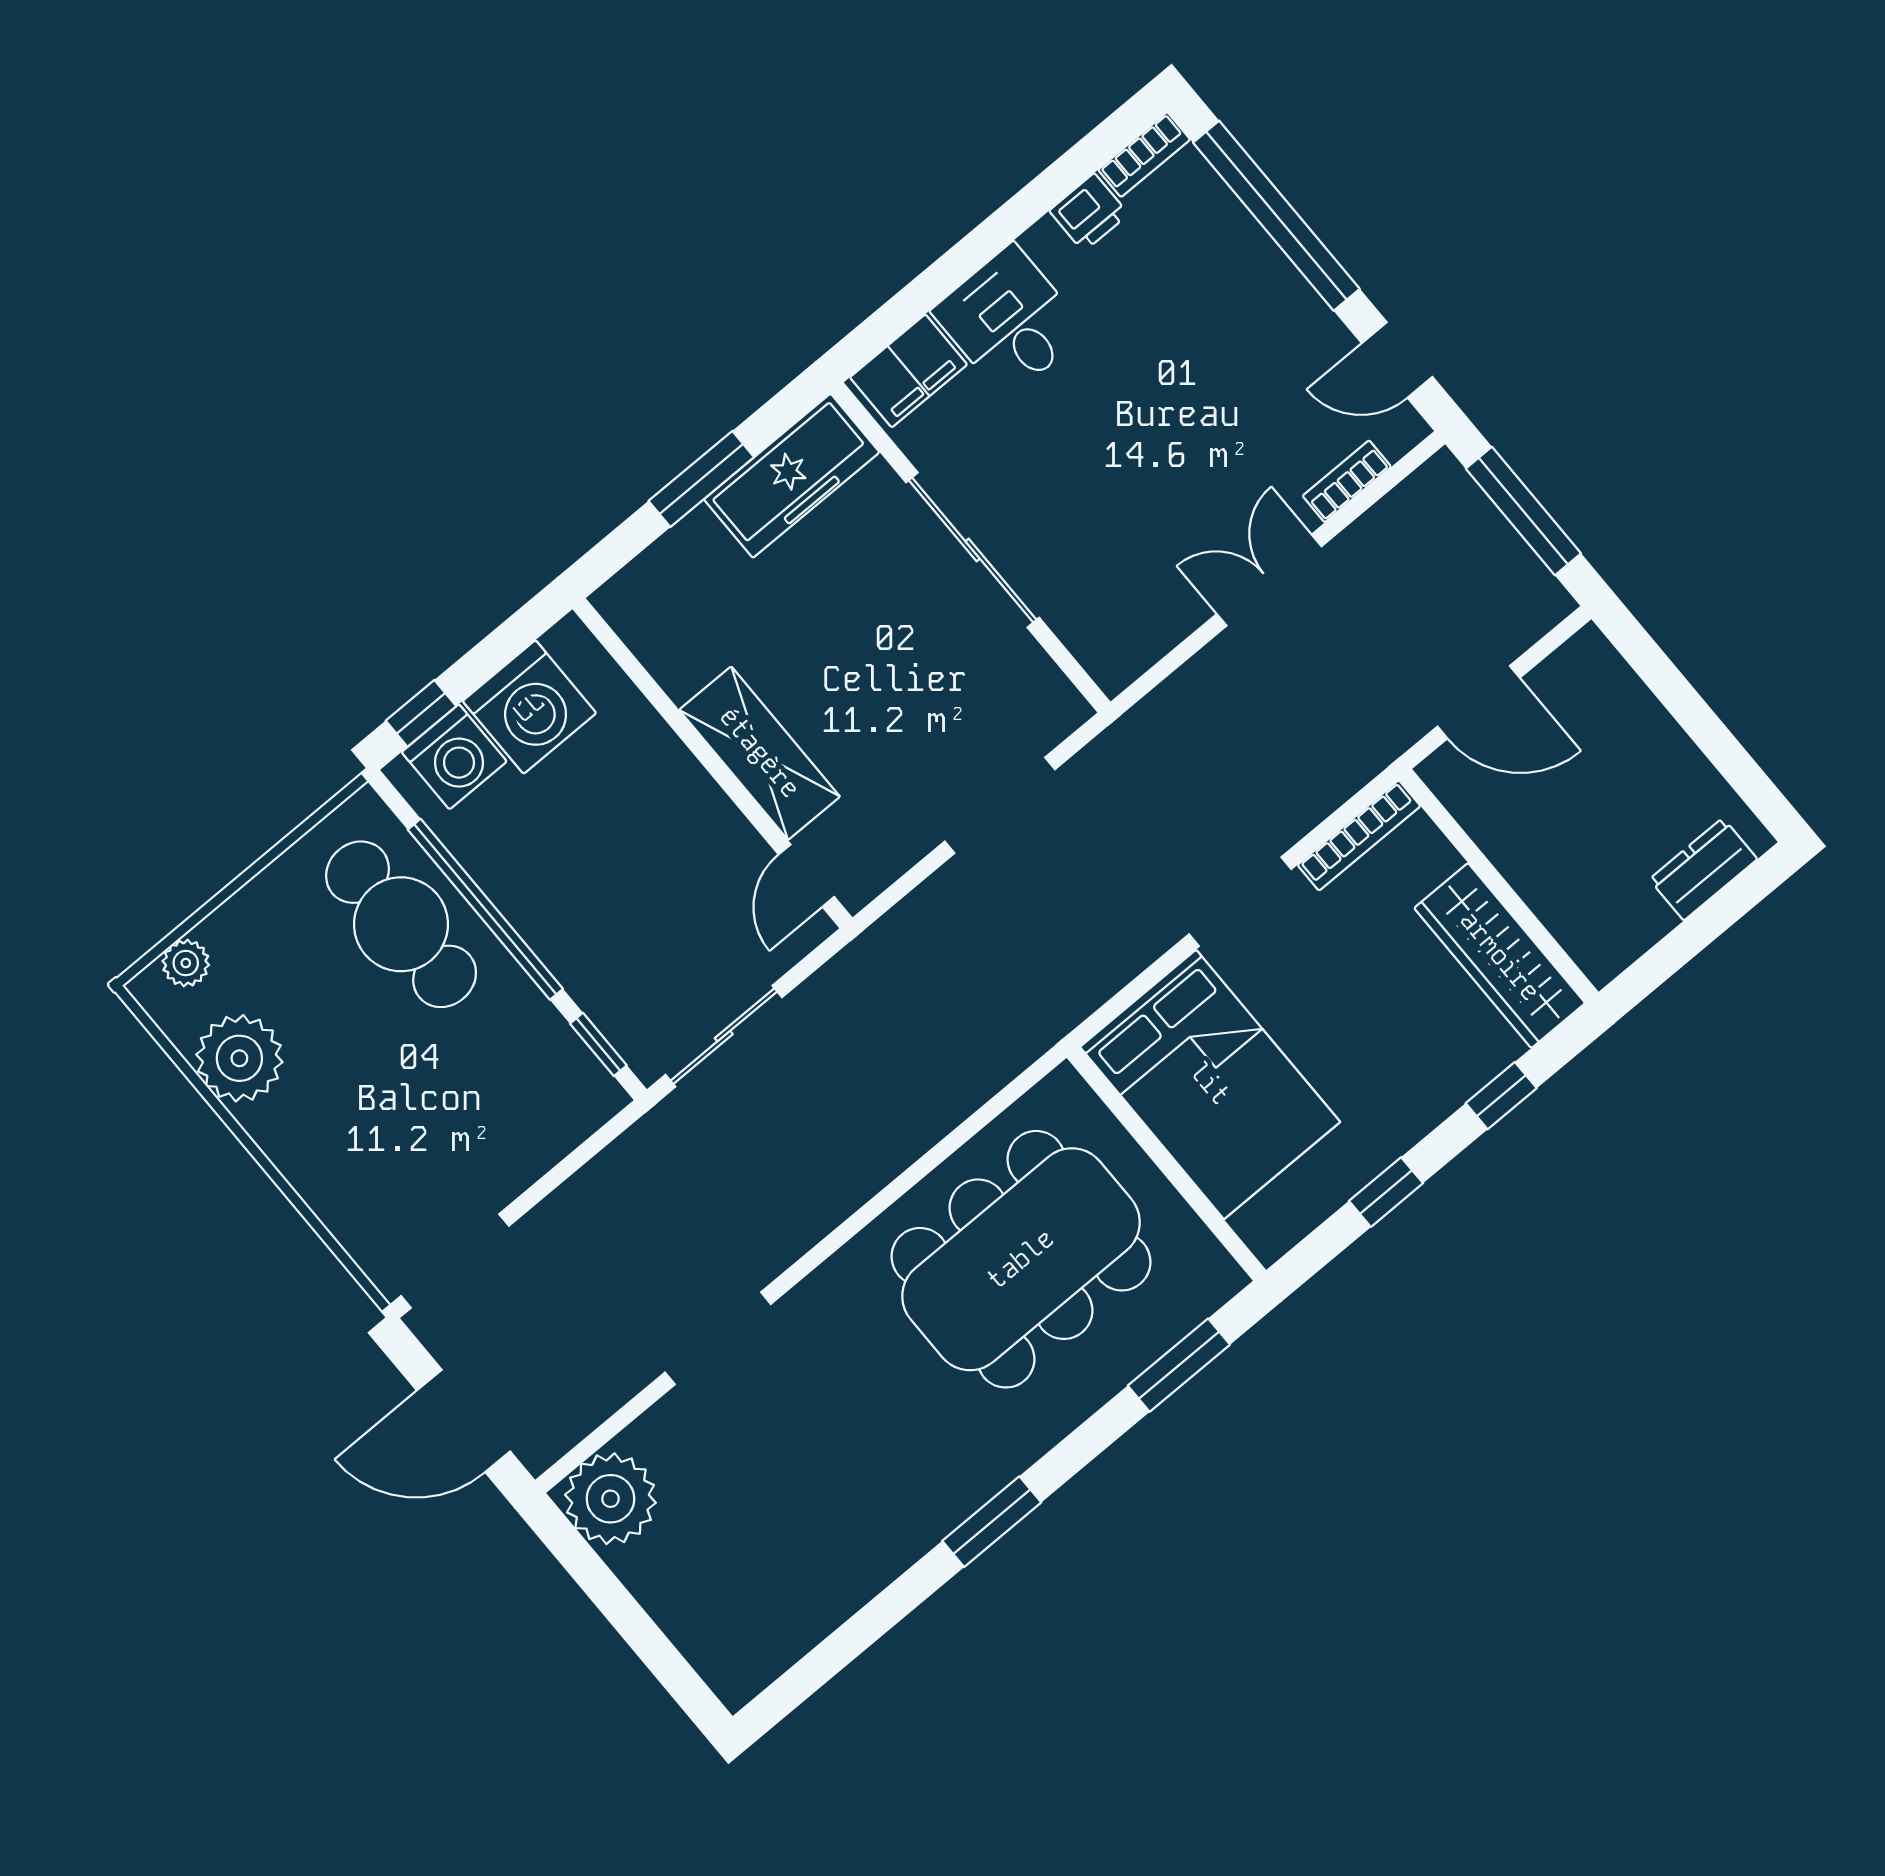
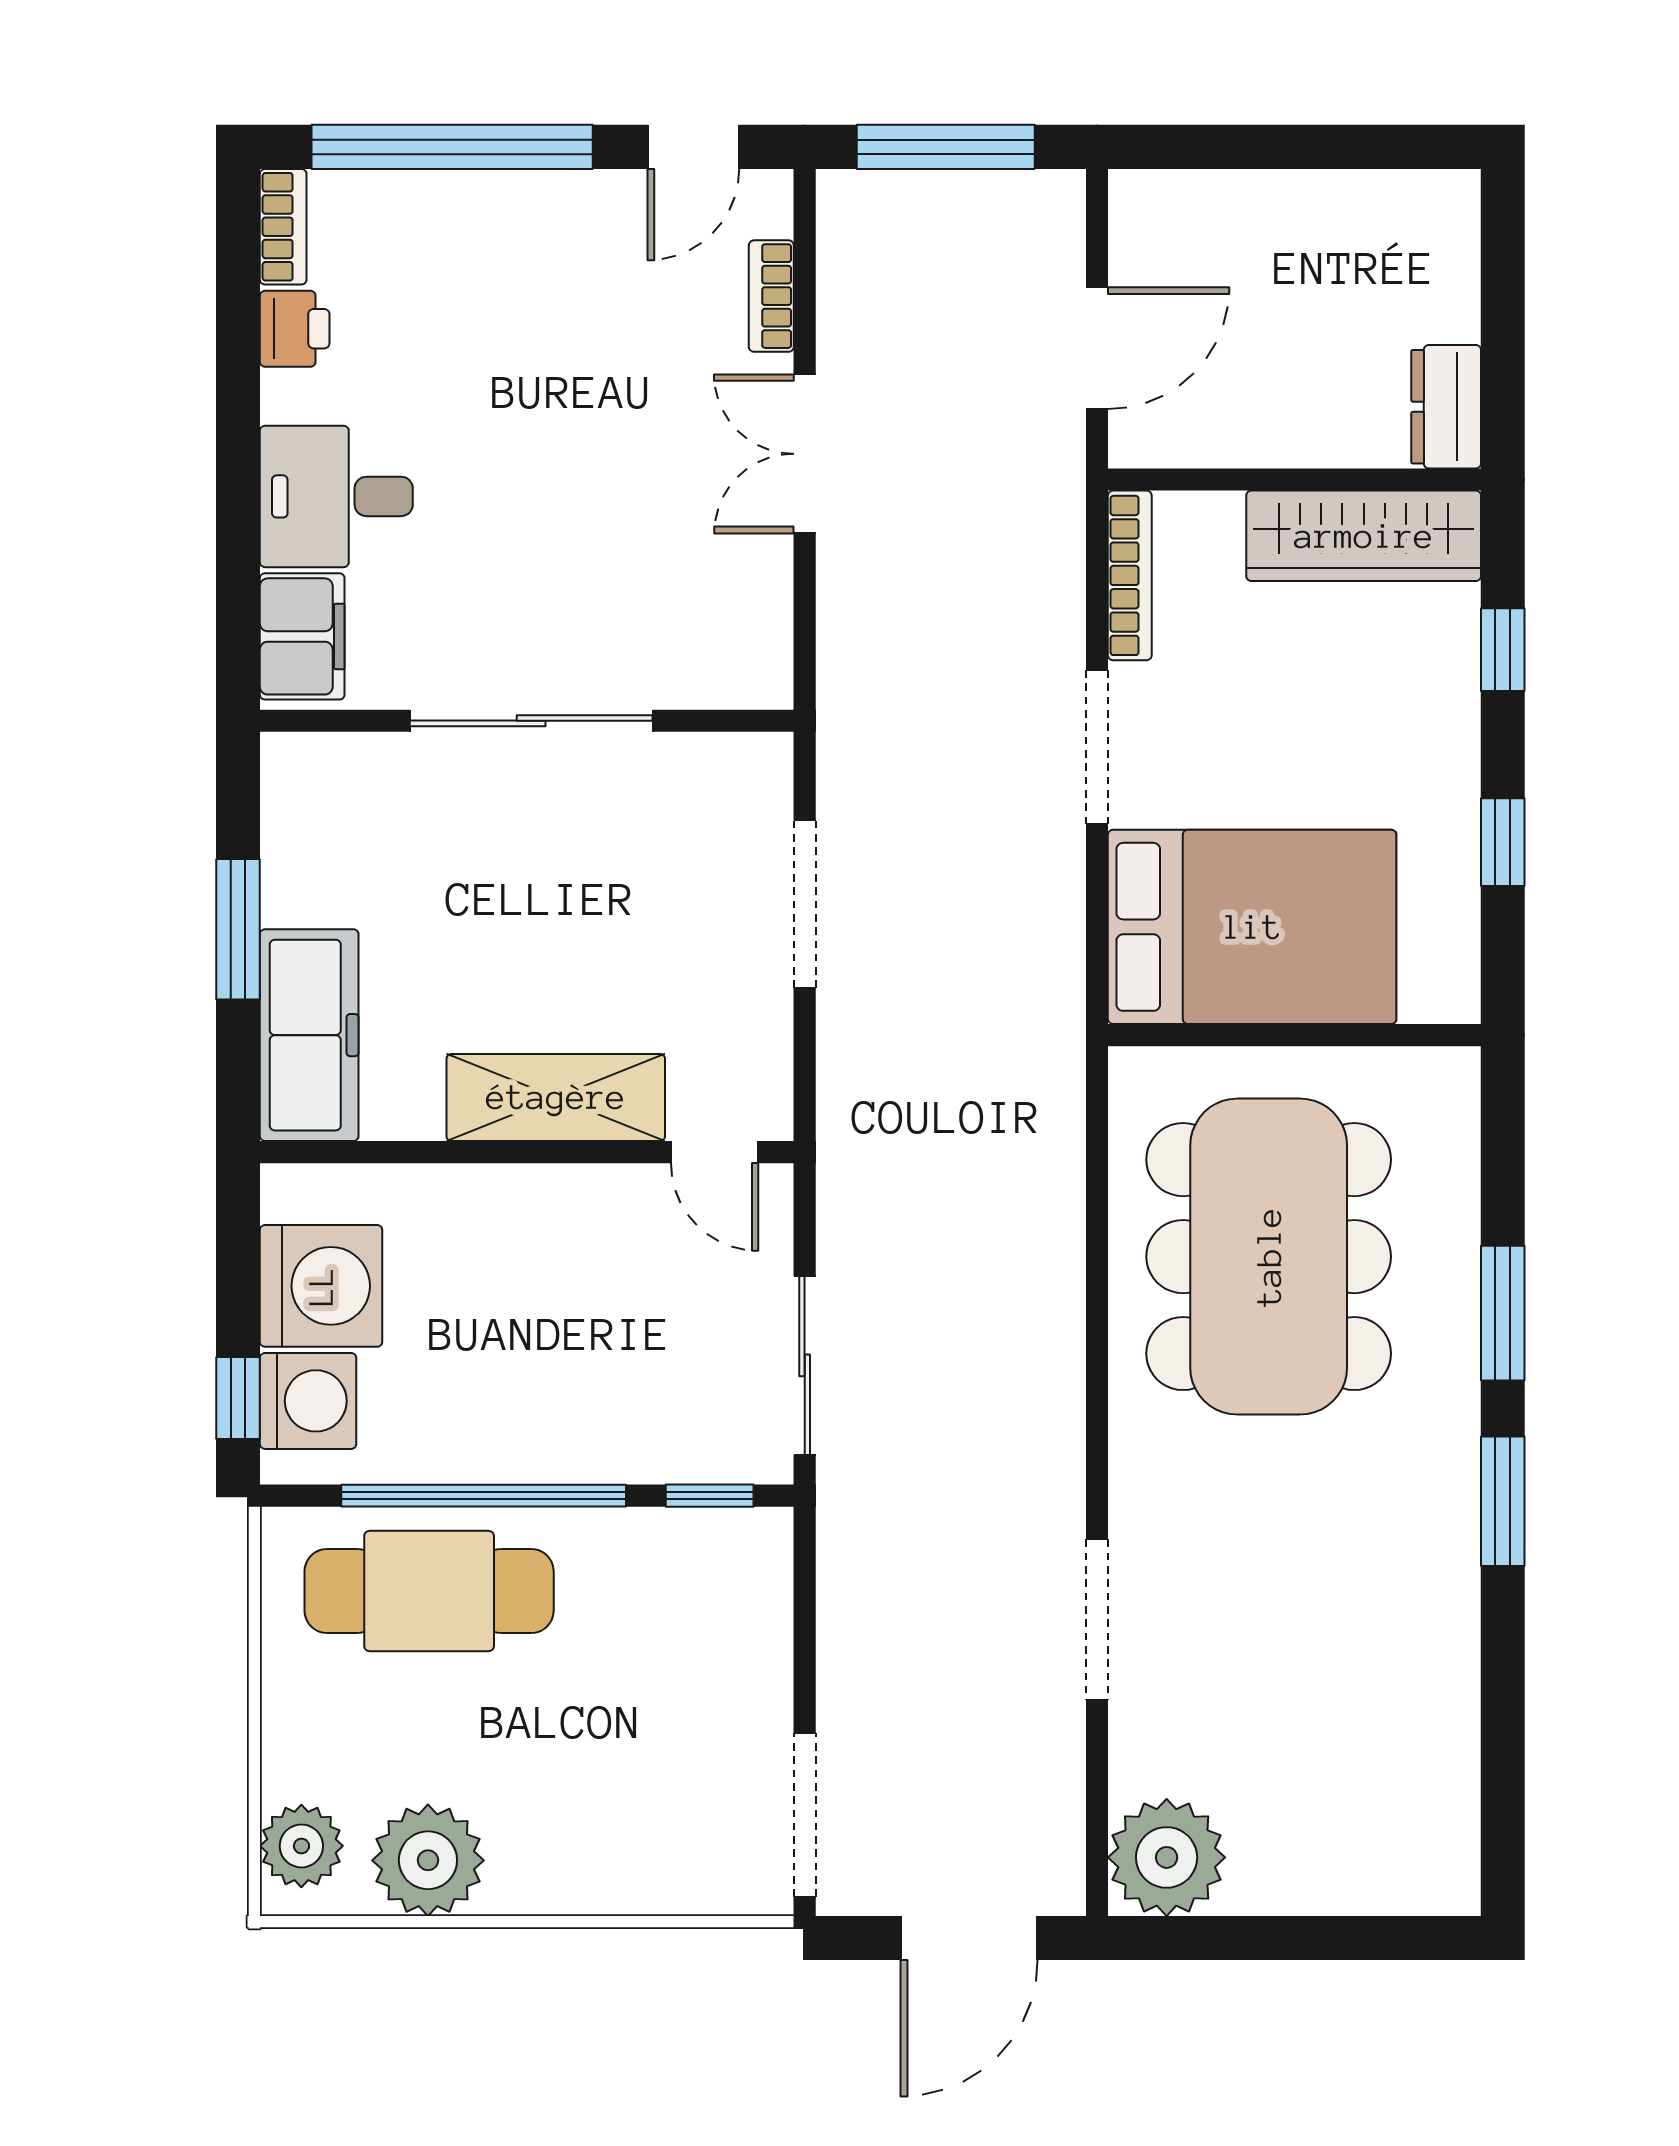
freezer: (792, 476) -> (309, 1035), moved
dresser: (1703, 869) -> (1446, 407), moved
plant: (186, 963) -> (301, 1846), width x1.38, depth x1.38
window: (1179, 1365) -> (1503, 1313), moved

